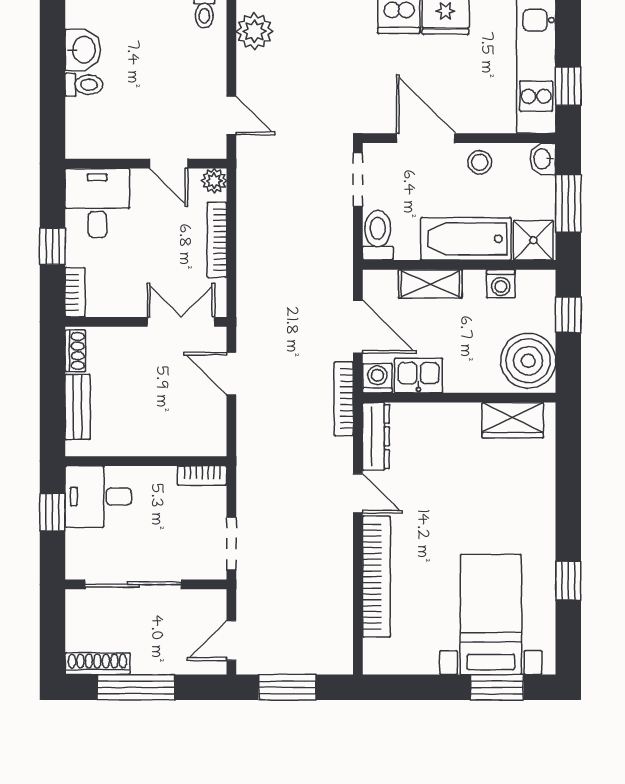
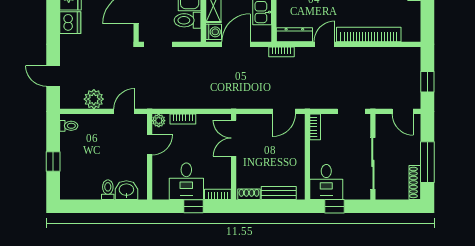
plant: (254, 31) -> (94, 99), moved
washbasin: (83, 50) -> (126, 190), moved
desk: (97, 203) -> (186, 181), moved, turned -90
toilet: (378, 235) -> (188, 20), moved
bookcase: (217, 240) -> (183, 119), width x0.64
door: (231, 374) -> (284, 111), moved
washing machine: (377, 378) -> (214, 32), moved, turned 180
bookcase: (344, 399) -> (281, 52), width x0.64
window: (287, 687) -> (427, 82), width x0.67

